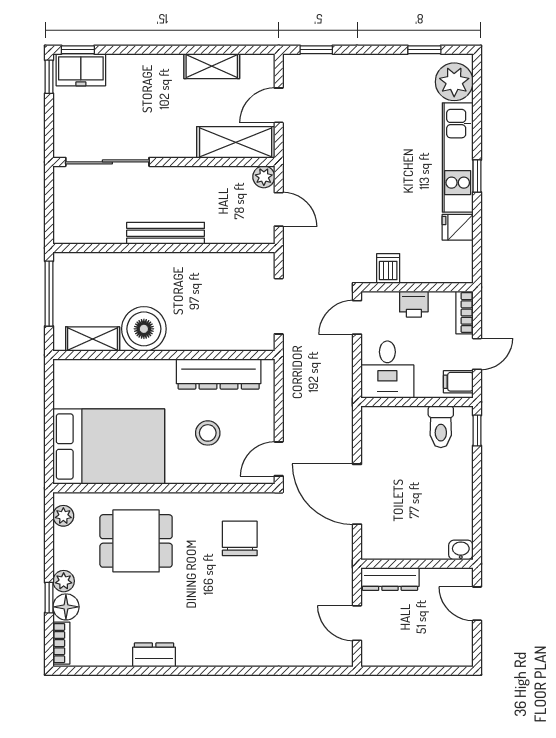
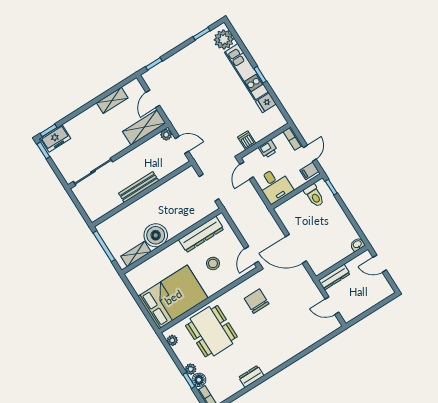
dining table: (136, 541) -> (211, 331), width x1.38

